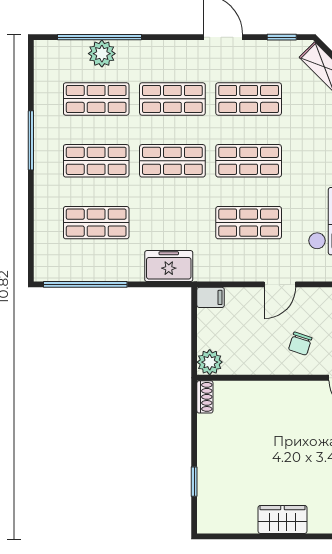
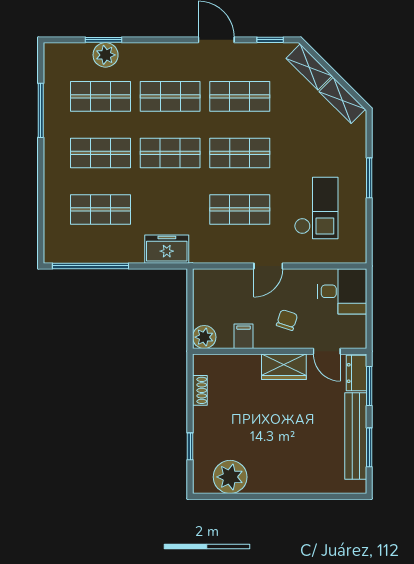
window: (99, 37) -> (103, 40), width x0.47
window: (31, 140) -> (41, 110), moved
filing cabinet: (211, 297) -> (244, 336), moved, turned -90
chair: (300, 344) -> (287, 320), turned 180
shoe rack: (205, 397) -> (200, 390), moved
plant: (238, 515) -> (230, 477), added
wardrobe: (282, 519) -> (284, 367), moved, turned 180

